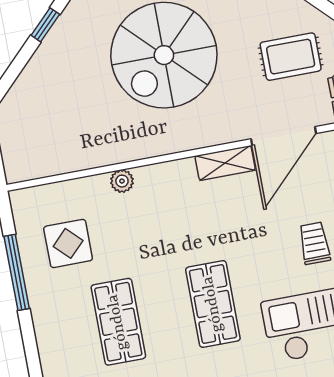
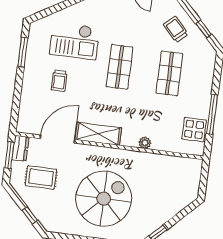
shelving: (225, 163) -> (98, 134), width x1.50, depth x1.33
display table: (68, 243) -> (194, 129), moved

